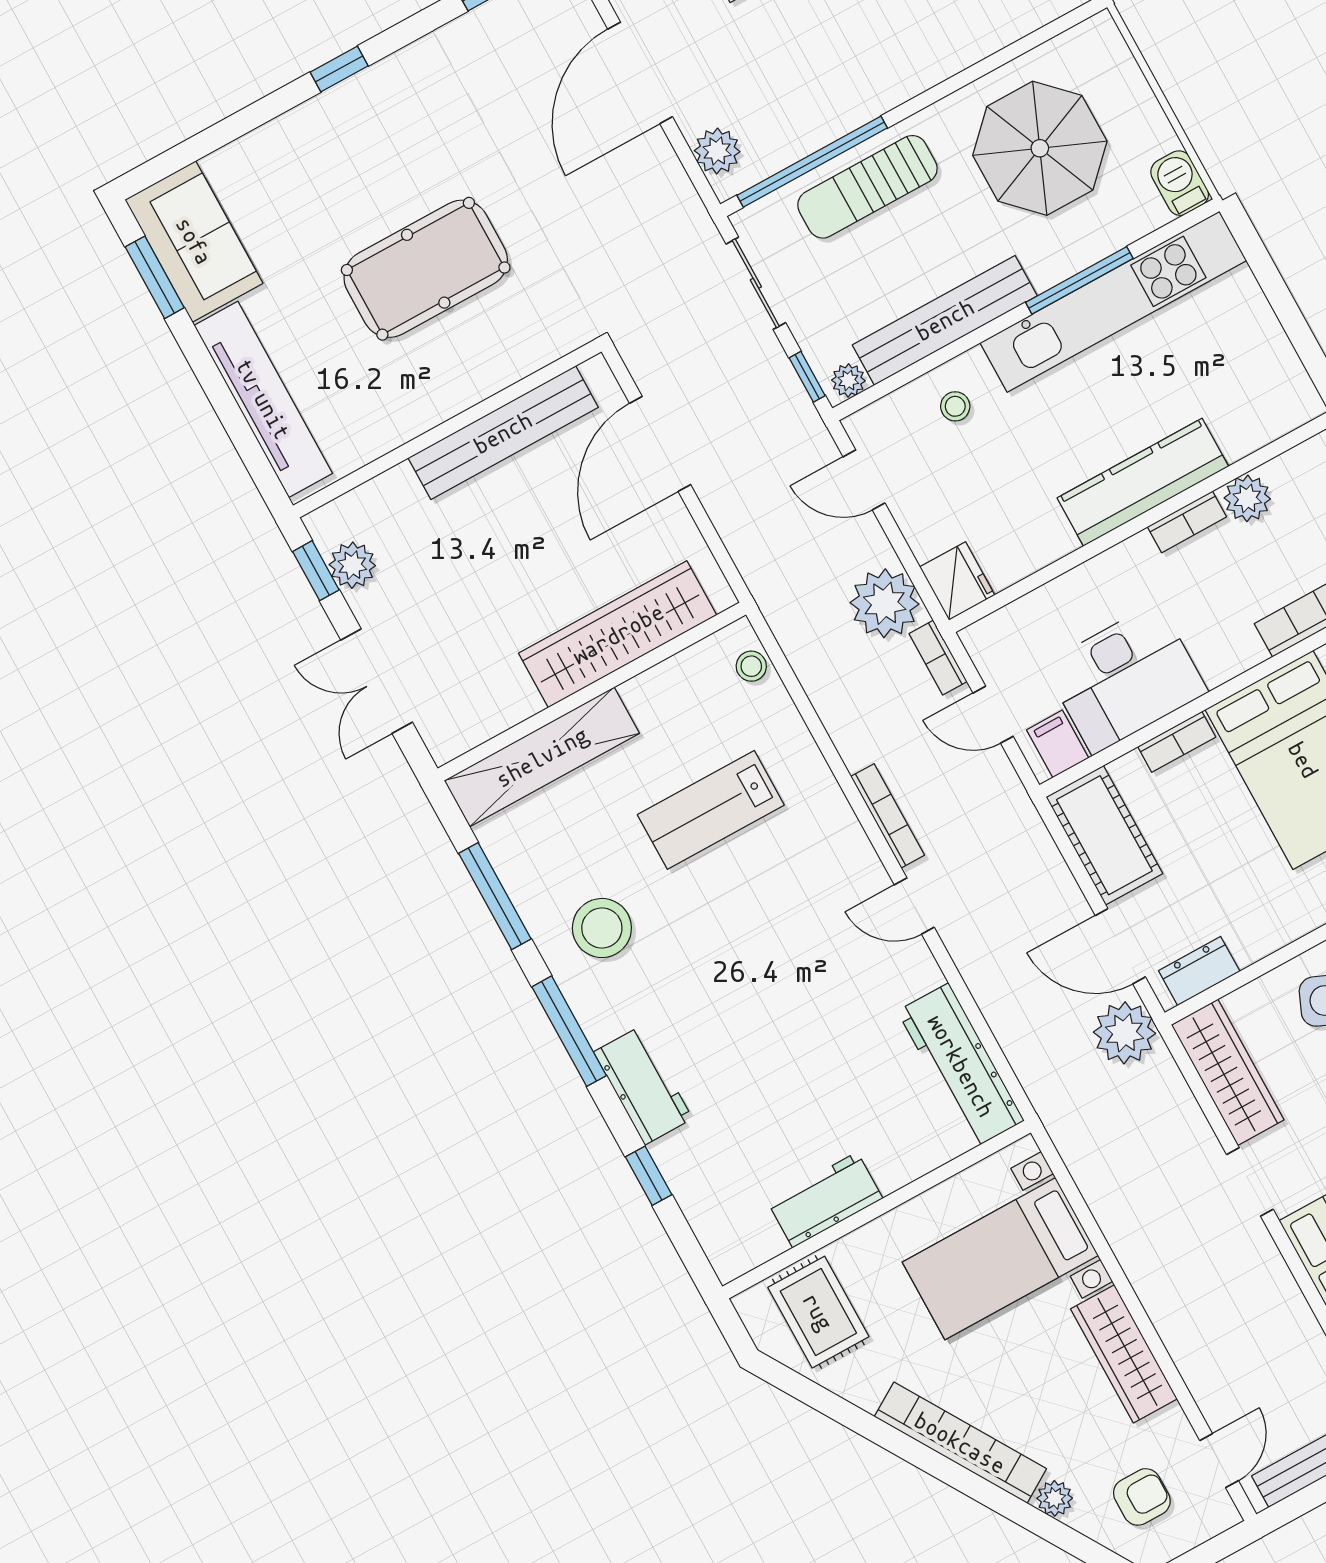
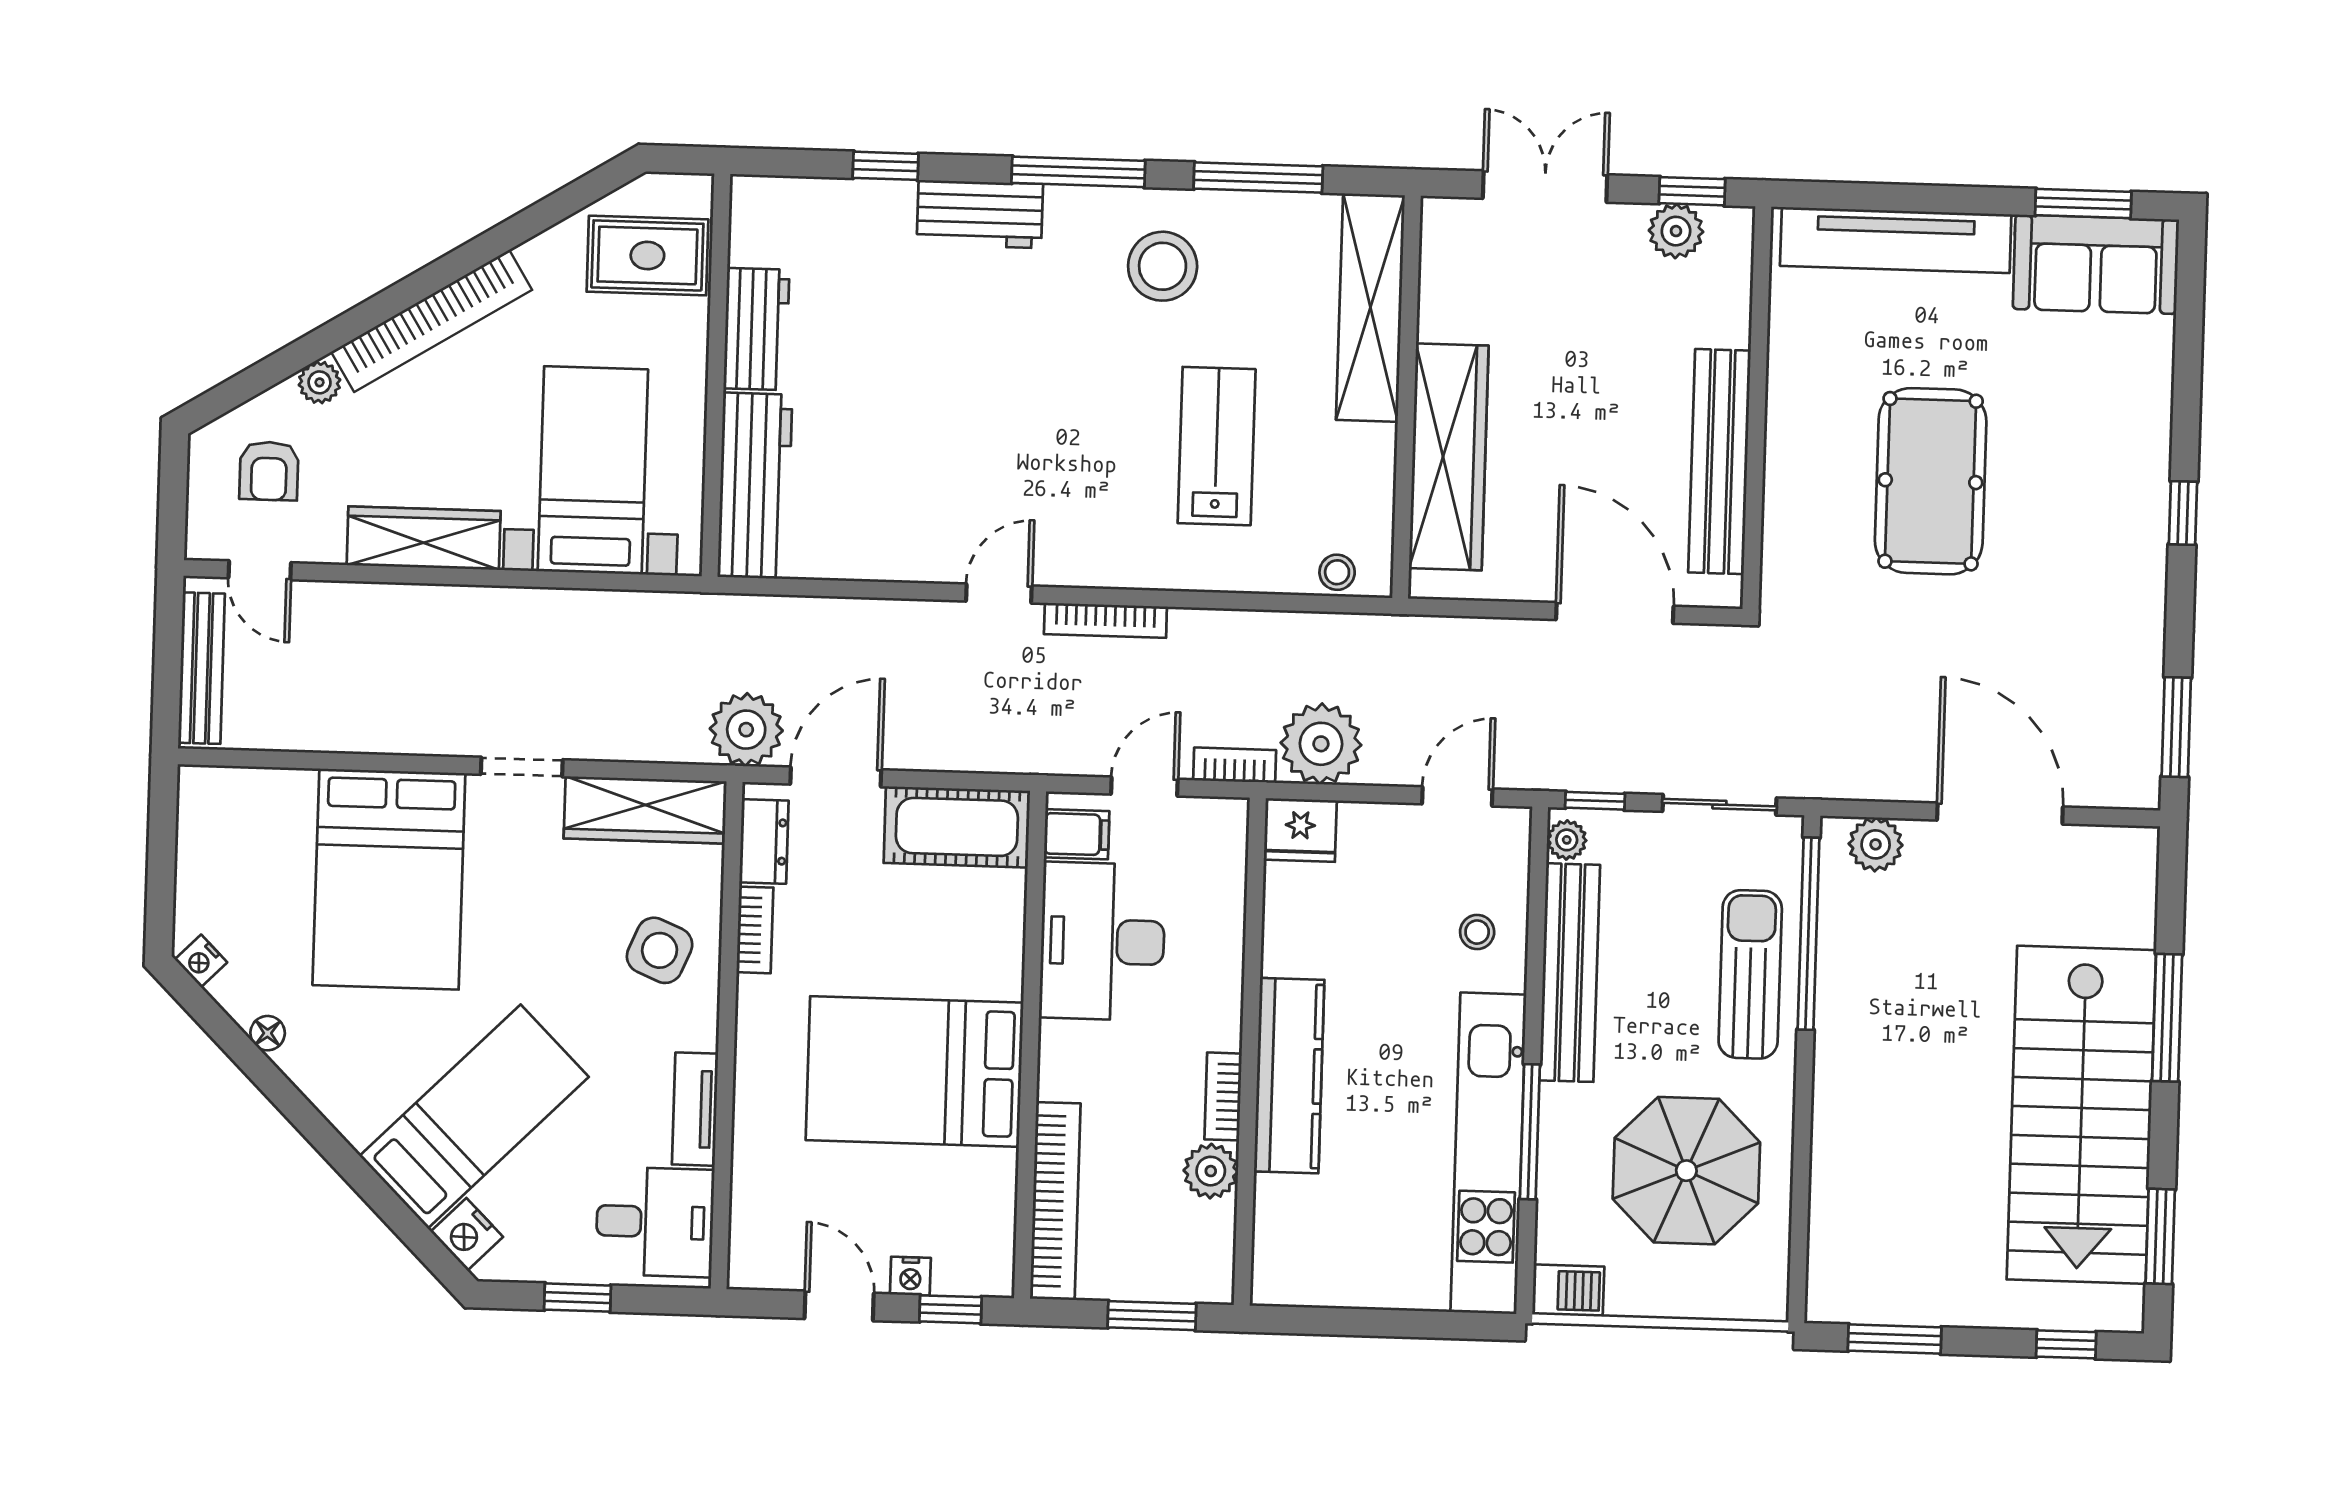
bookcase: (1177, 742) -> (755, 930), moved, turned 180
workbench: (961, 1066) -> (755, 486), moved, turned 90

